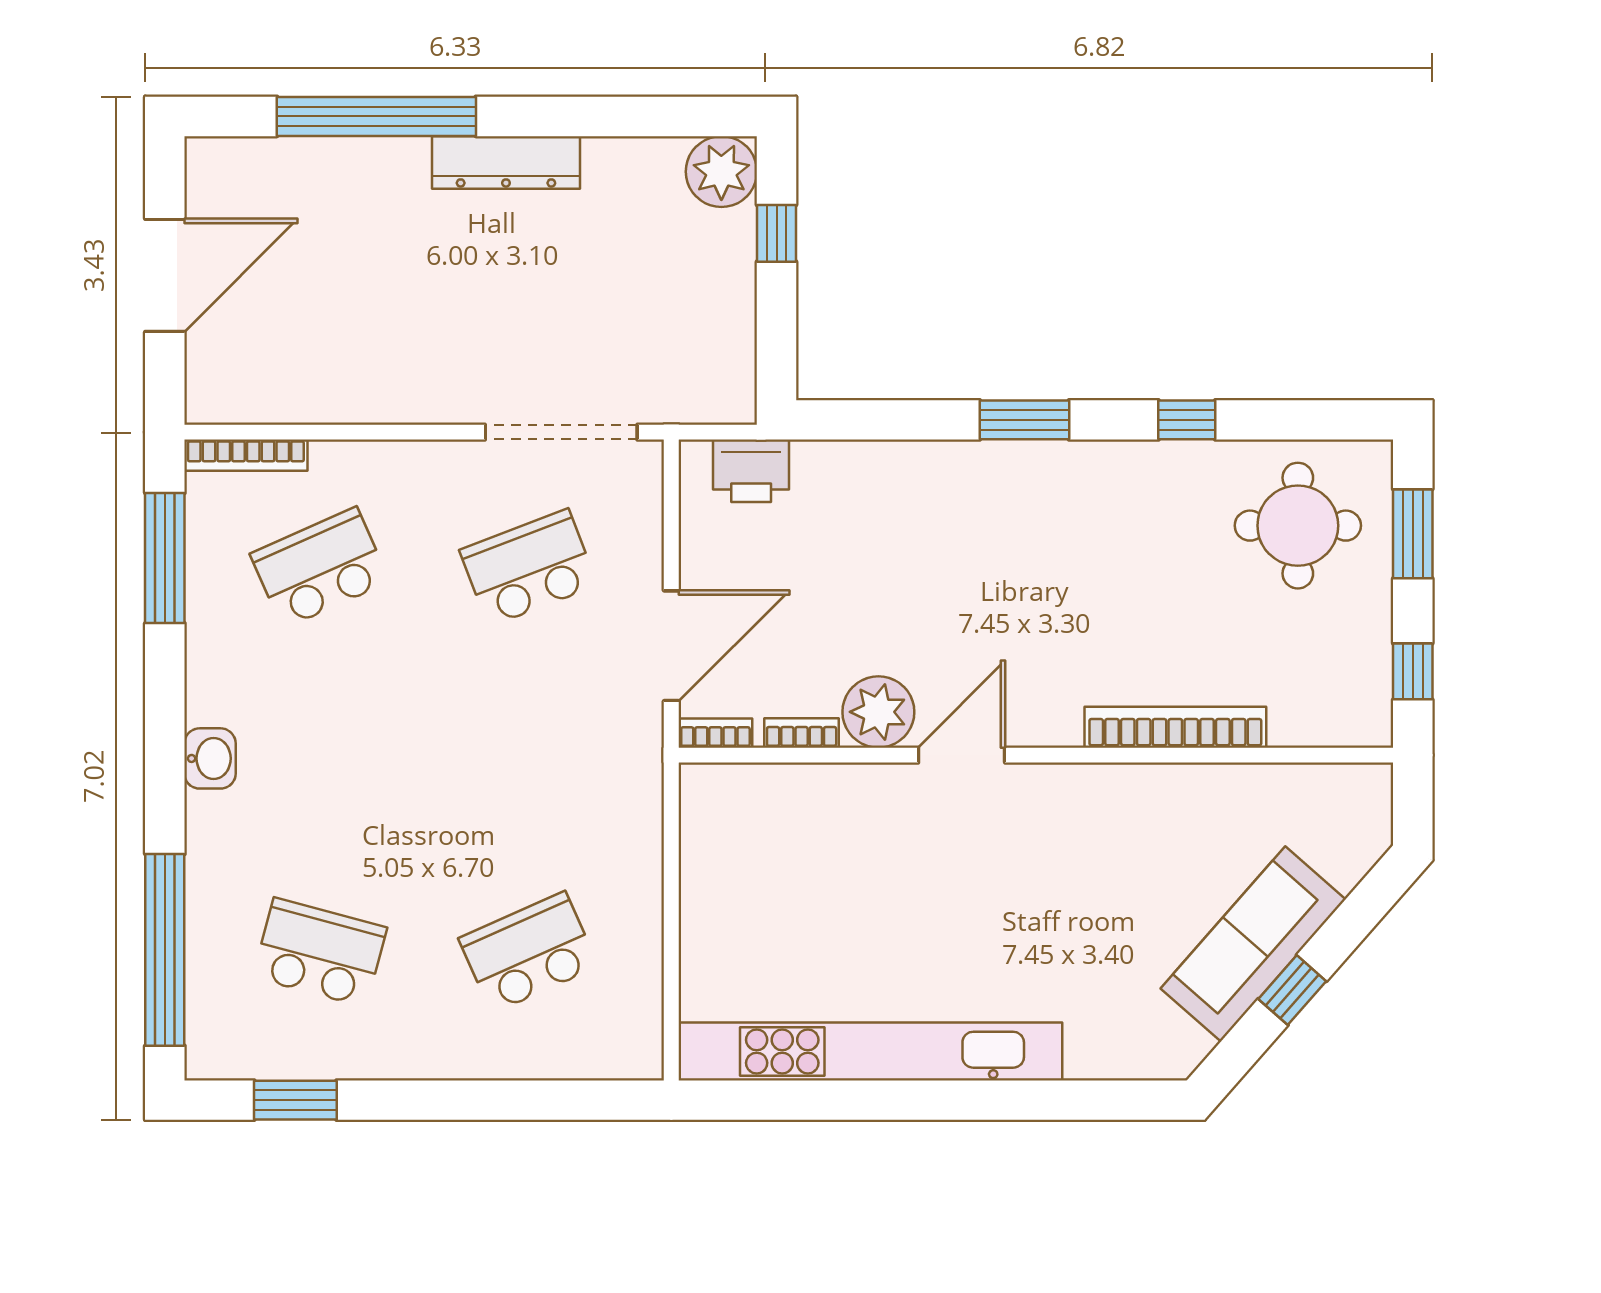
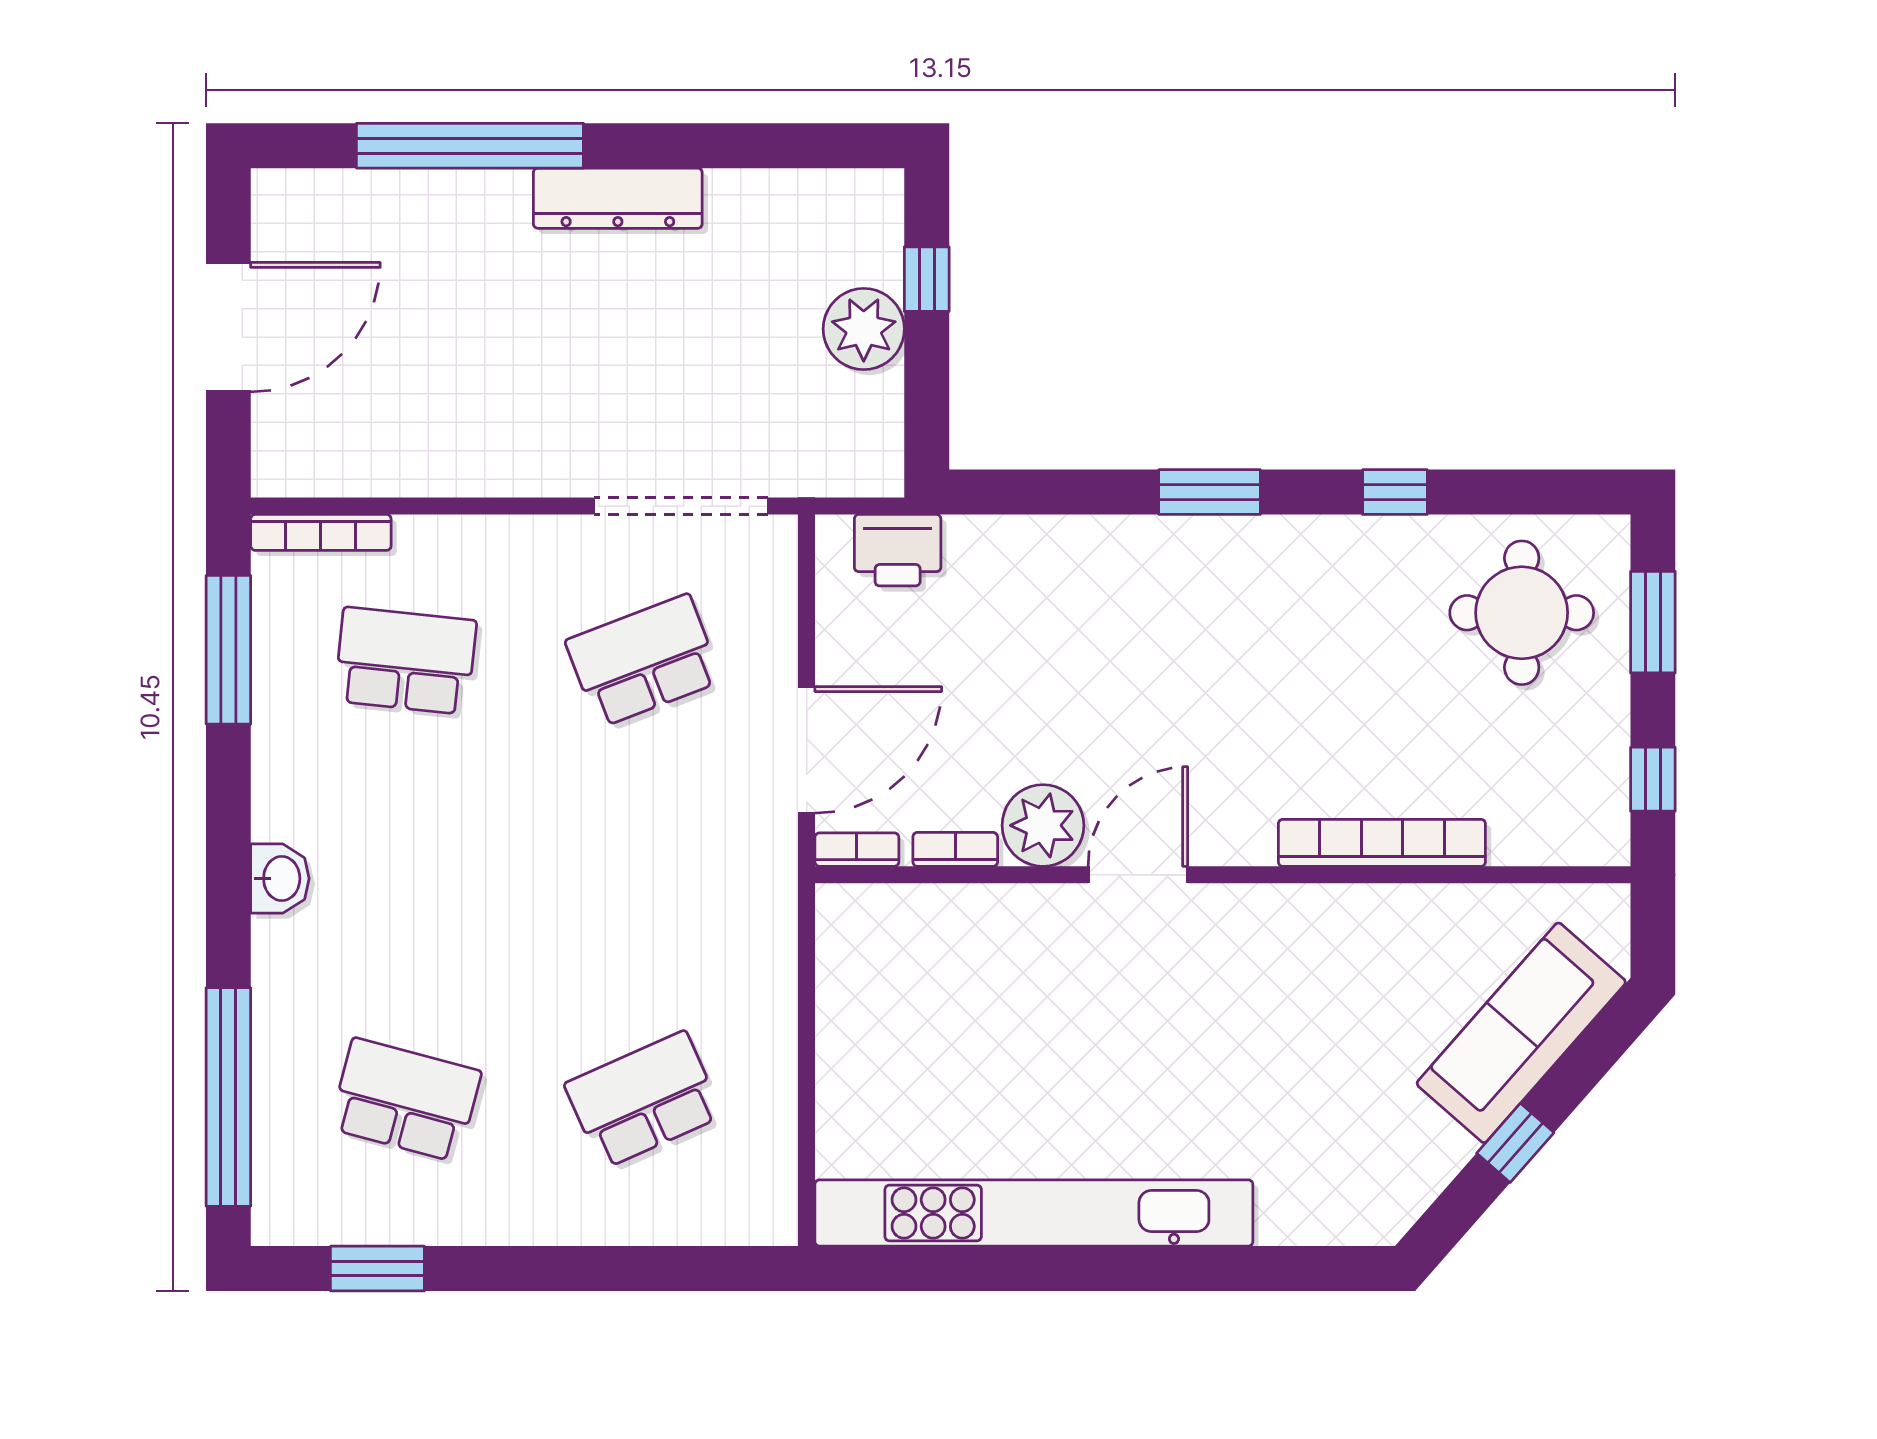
plant: (721, 172) -> (864, 329), moved
school desk: (320, 568) -> (405, 661), turned 30
sofa: (1253, 944) -> (1521, 1033), moved

